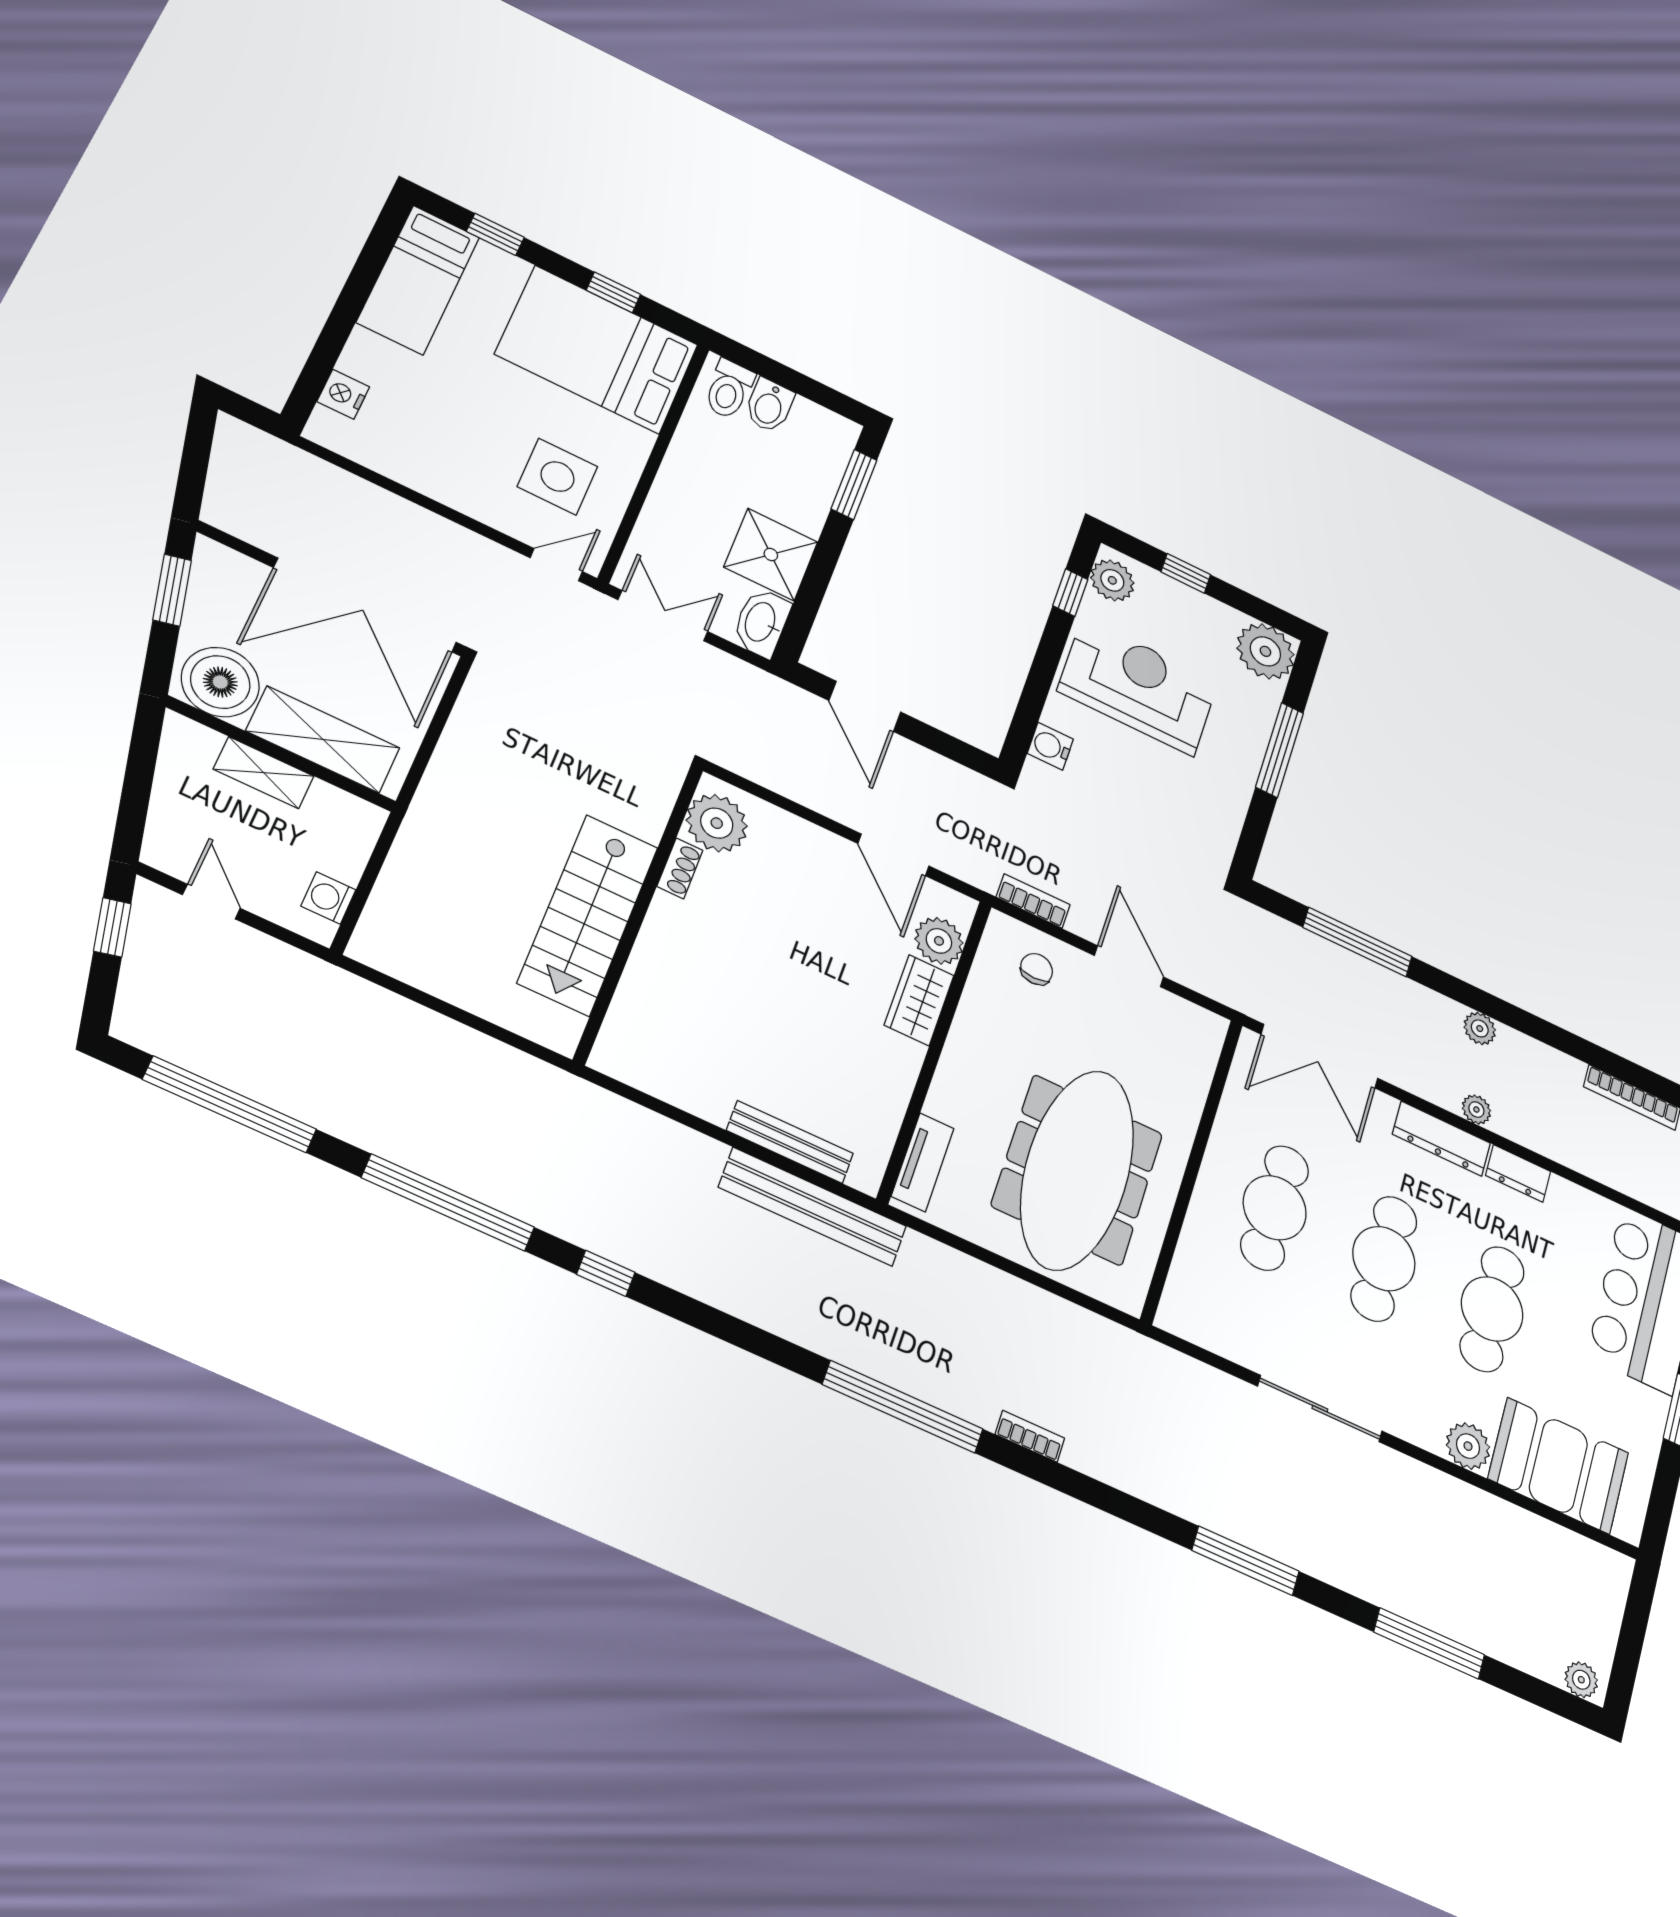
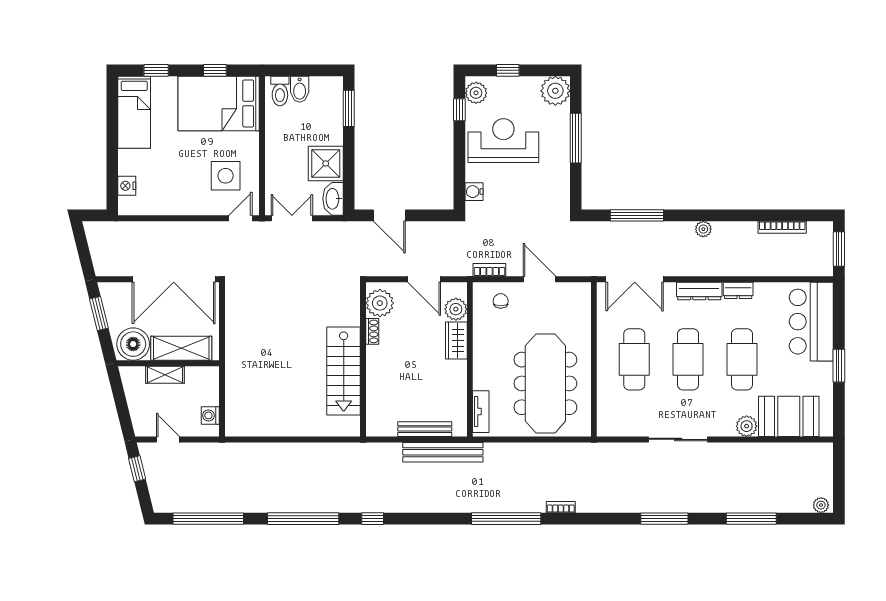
plant: (717, 823) -> (380, 303), moved
shoe rack: (680, 868) -> (372, 331), moved
wall: (639, 912) -> (363, 359), moved
stairs: (588, 915) -> (344, 371), moved
plant: (1476, 1110) -> (712, 269), removed

